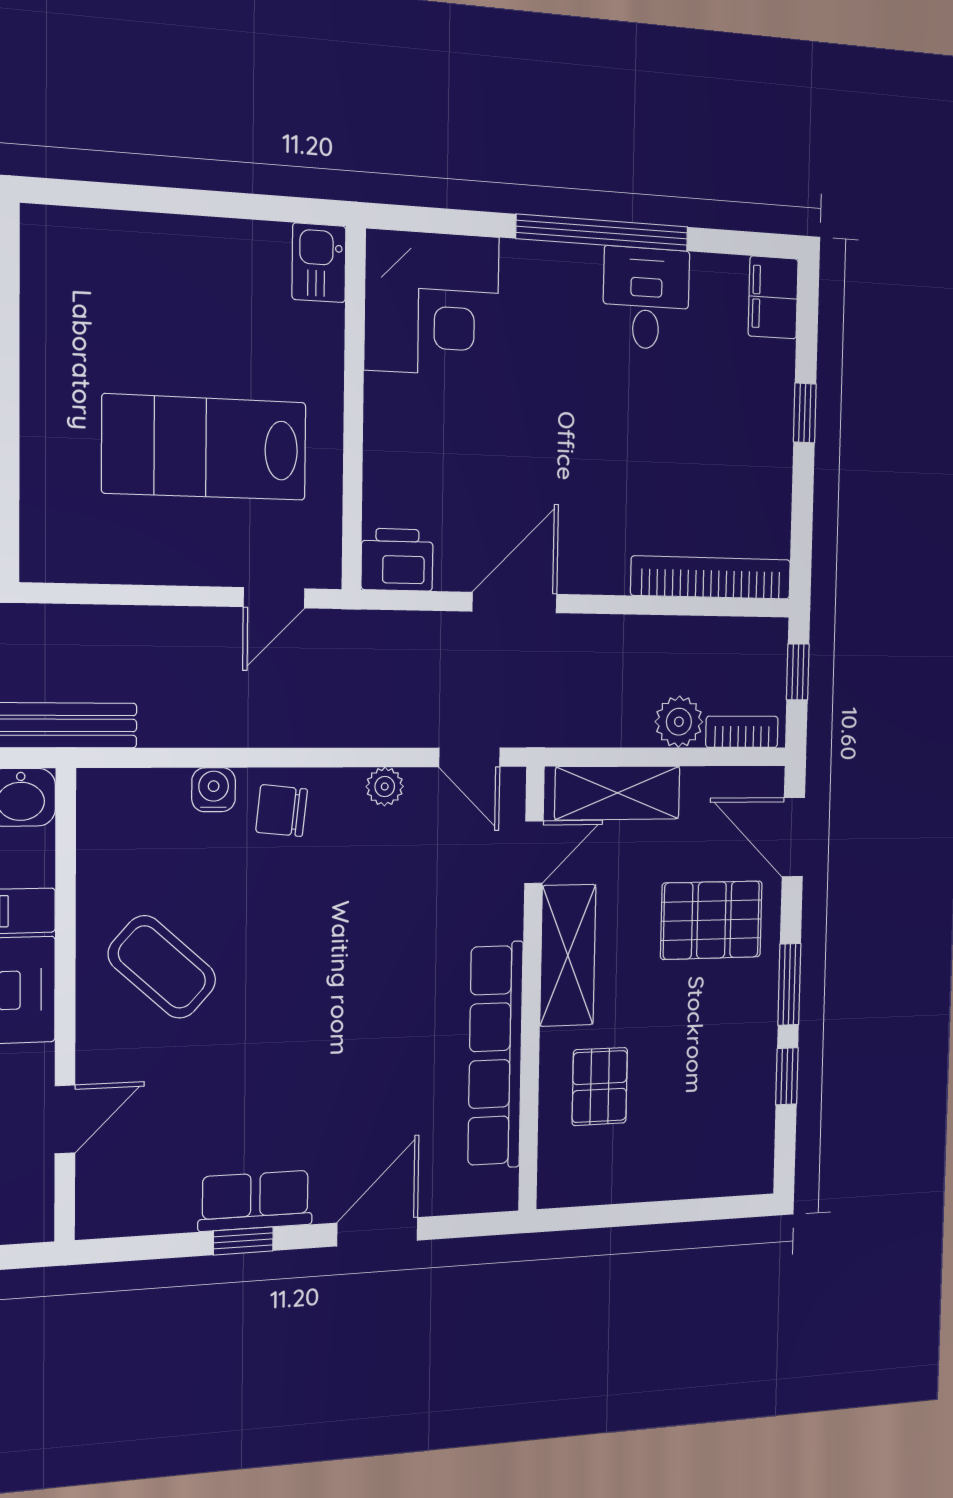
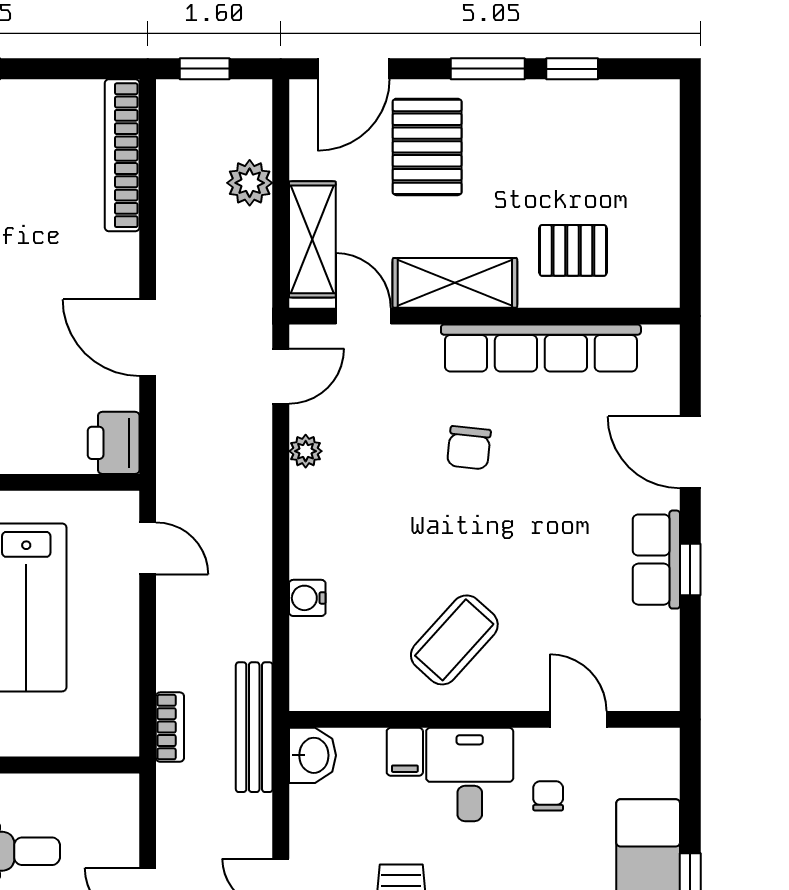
bookcase: (742, 732) -> (170, 727), moved, turned 180
chair: (282, 811) -> (469, 448), moved

